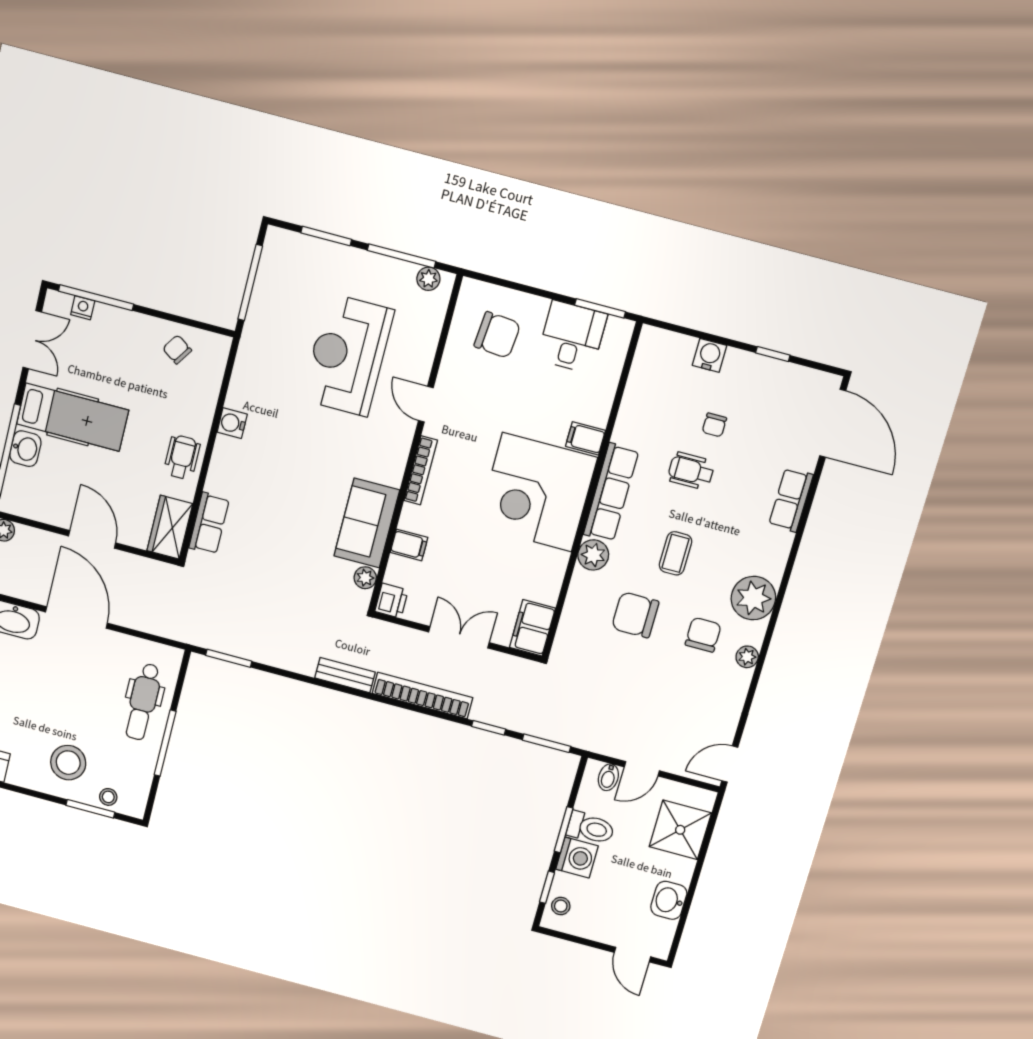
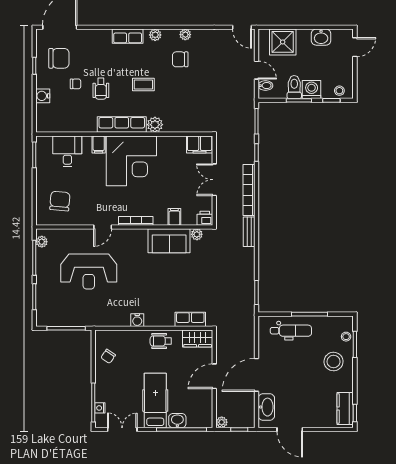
desk: (572, 337) -> (67, 151), moved, turned 90
row of seats: (791, 500) -> (128, 36), moved
plant: (753, 598) -> (155, 35), width x0.53, depth x0.53
chair: (635, 615) -> (59, 58), moved, turned -90

